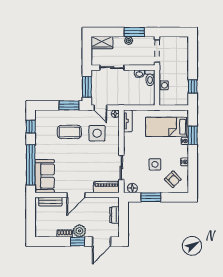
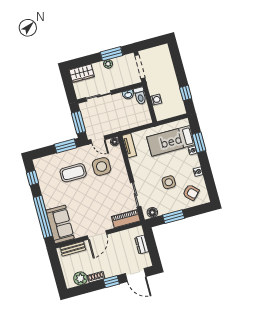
plant: (79, 231) -> (80, 278), moved
door: (101, 242) -> (136, 275), hinge flipped

